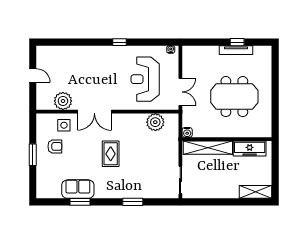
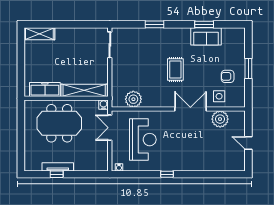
water cooler: (187, 132) -> (104, 105), moved
wall: (227, 139) -> (66, 98), moved
shelving: (208, 148) -> (84, 90), moved
freezer: (250, 148) -> (45, 90), moved

